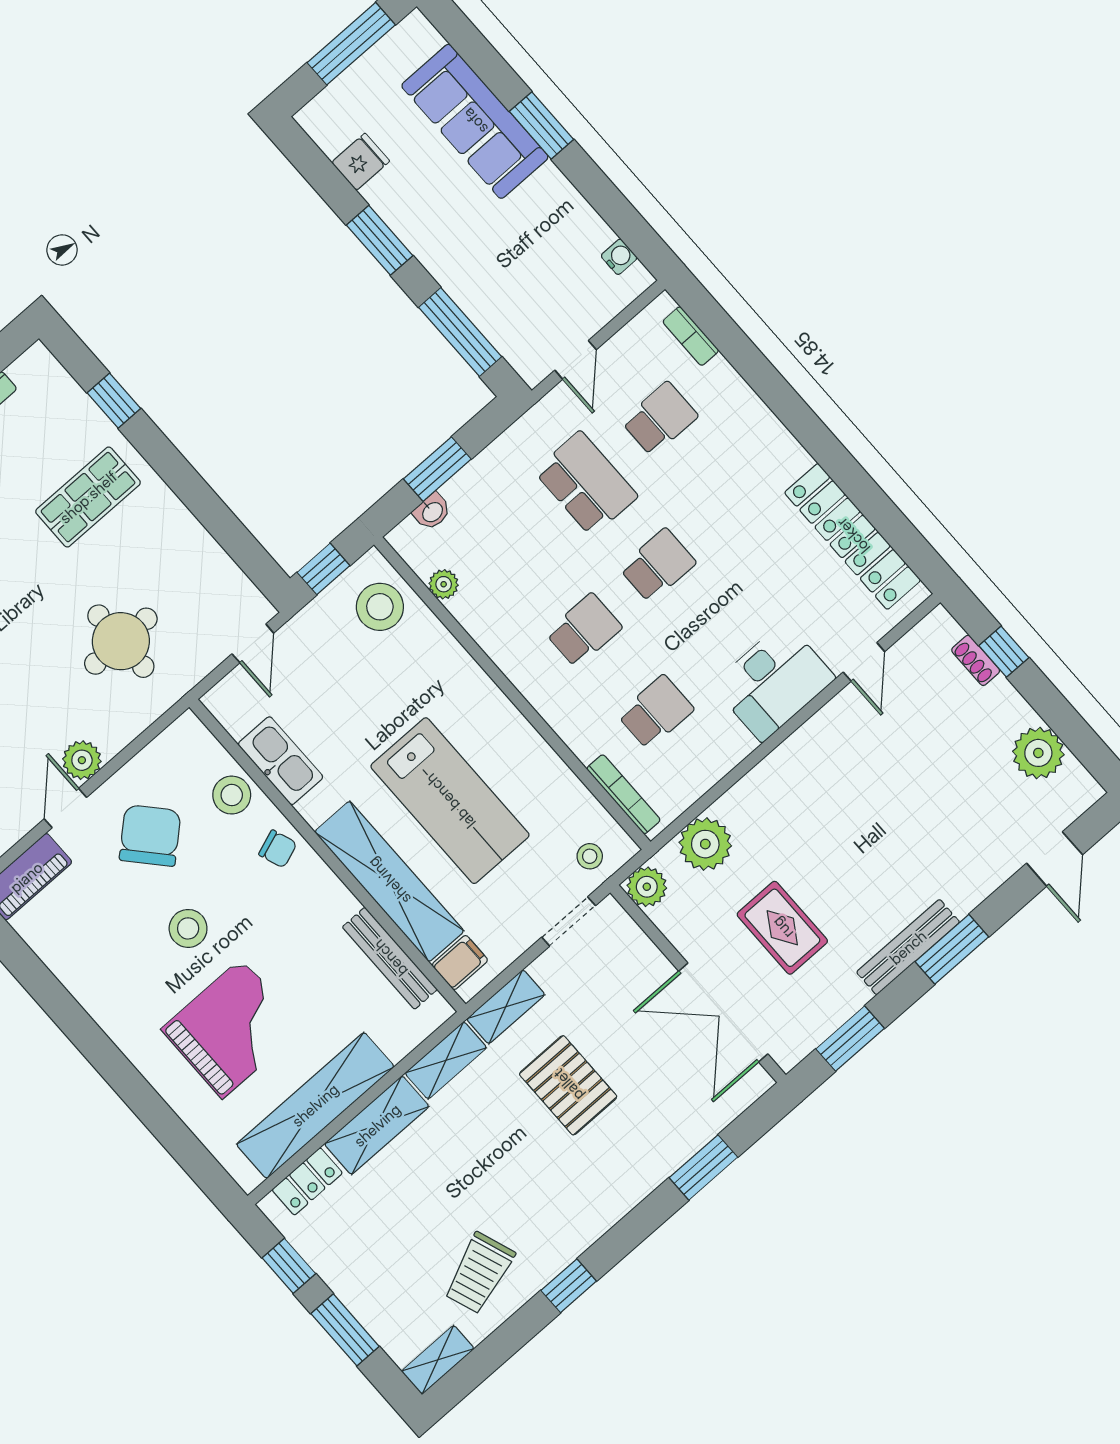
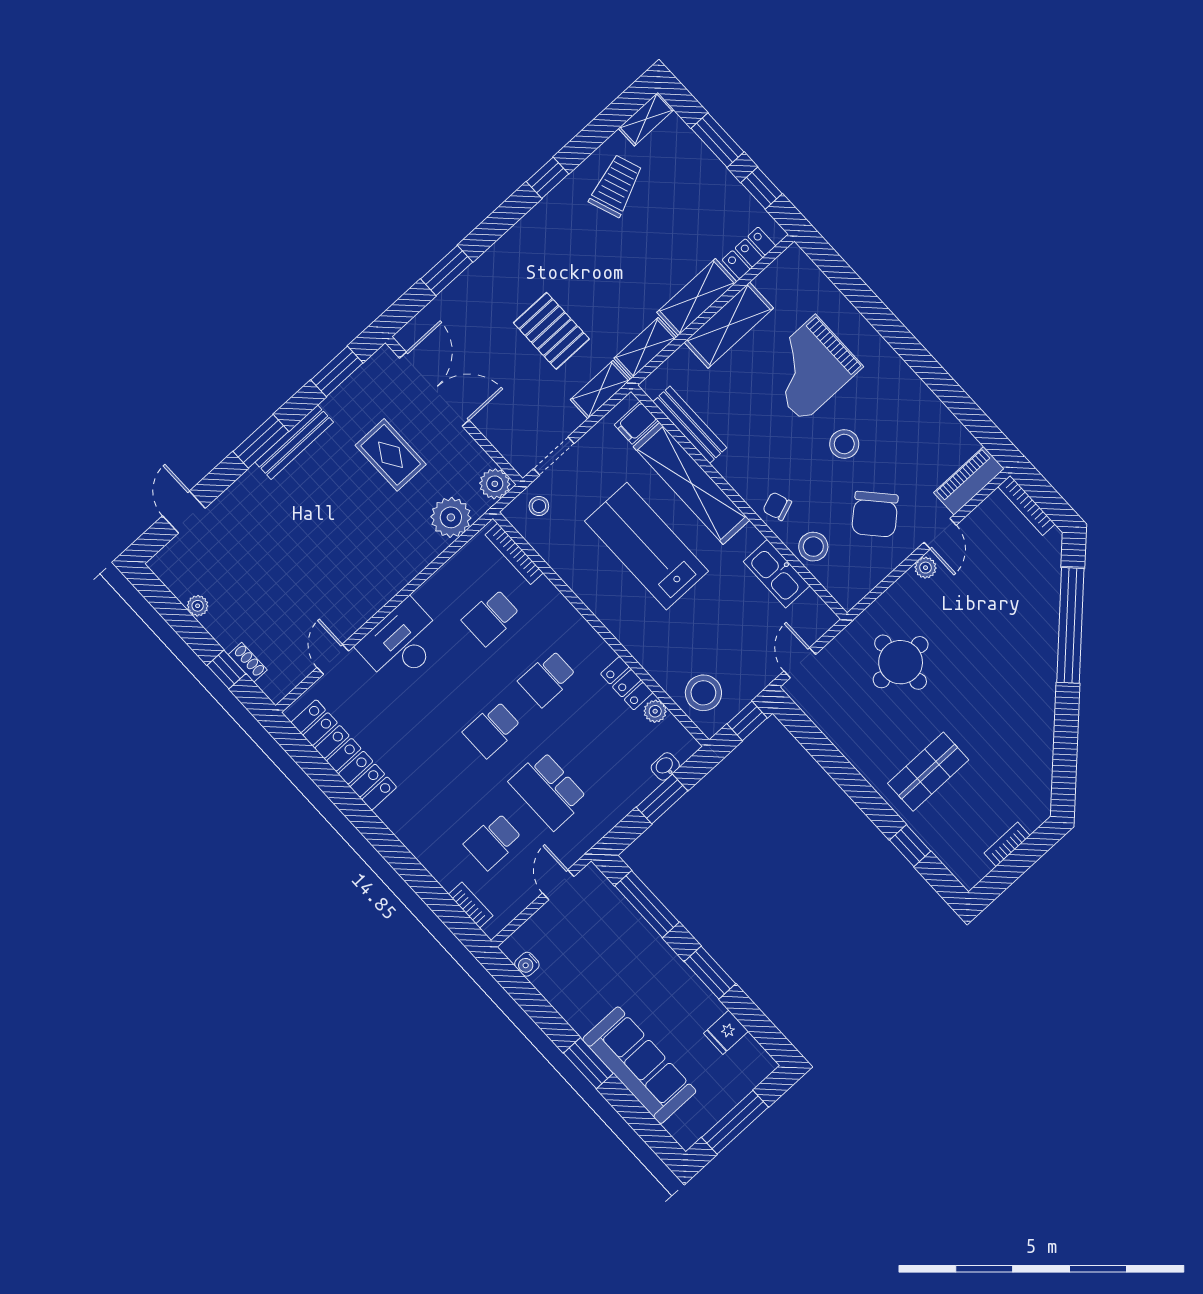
locker: (480, 622) -> (627, 683), added
plant: (1038, 753) -> (198, 606), width x0.53, depth x0.53
plant: (82, 760) -> (926, 568), width x0.73, depth x0.73
shelving: (315, 1105) -> (729, 325), width x0.68

